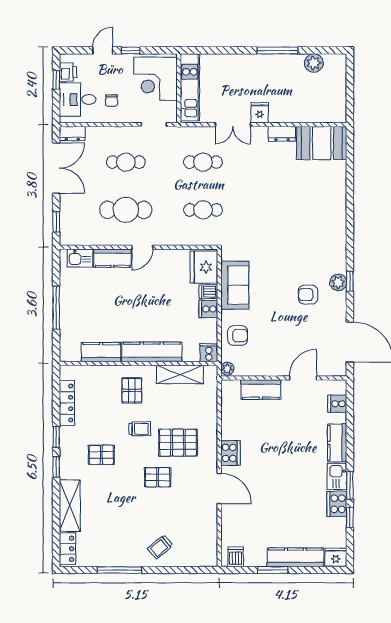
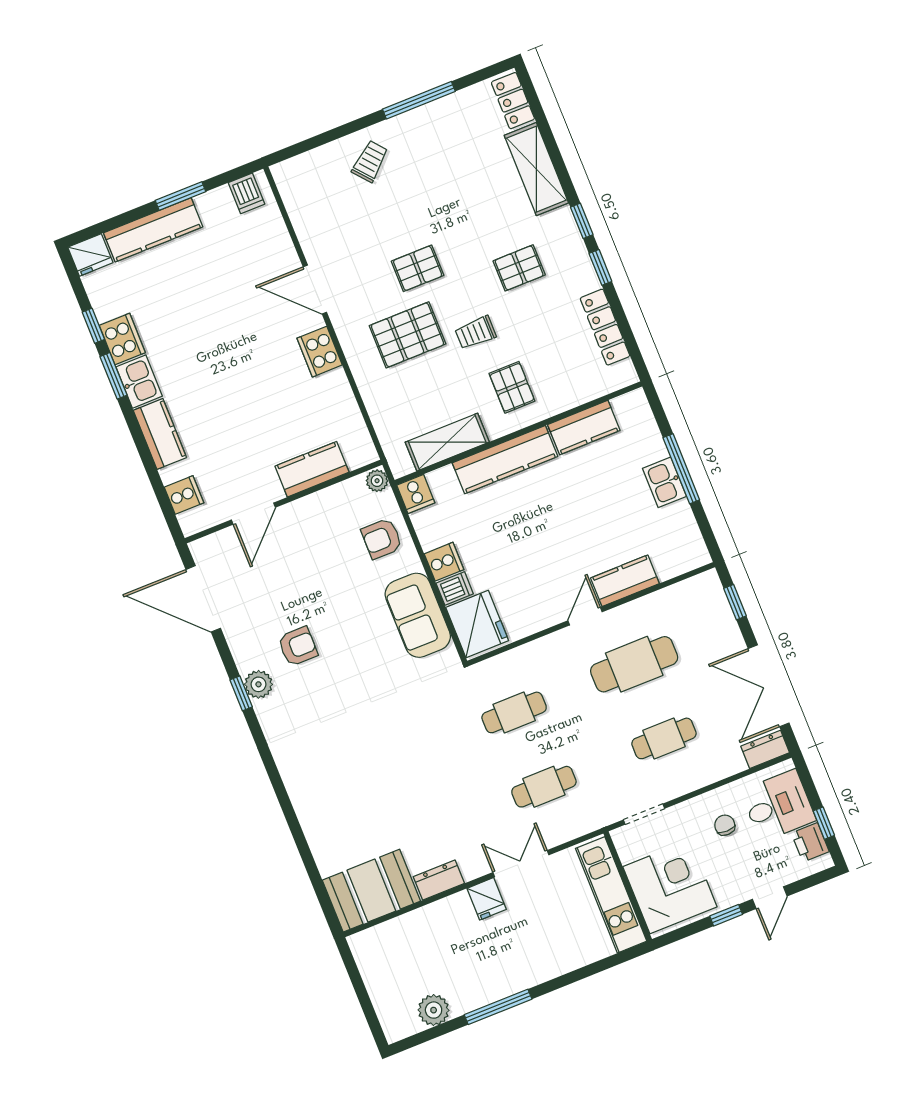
kitchen sink: (80, 258) -> (664, 482), moved, turned -90

